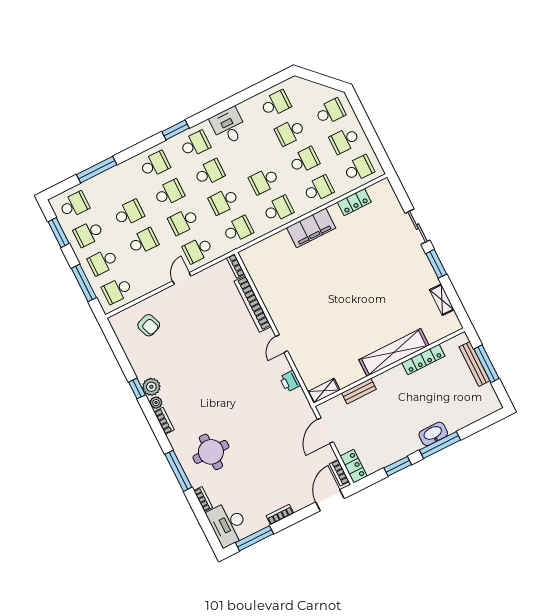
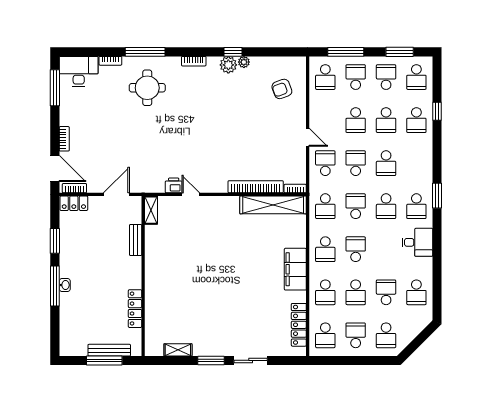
school desk: (155, 164) -> (416, 120), moved
window: (97, 170) -> (437, 111), width x0.46
locker: (354, 202) -> (299, 325), width x1.53
school desk: (117, 290) -> (325, 77), turned 180
door: (282, 344) -> (191, 194), moved
shelving: (394, 352) -> (273, 205), moved, turned 90
plant: (156, 403) -> (244, 62), moved
door: (325, 431) -> (116, 194), hinge flipped
washbasin: (433, 434) -> (65, 285), width x0.52, depth x0.69
bookcase: (280, 514) -> (64, 139), moved

